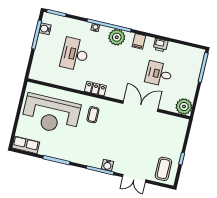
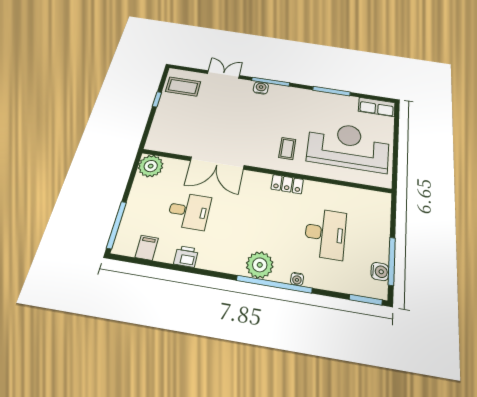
filing cabinet: (139, 41) -> (147, 248), moved
coffee table: (163, 169) -> (183, 87), turned 90

